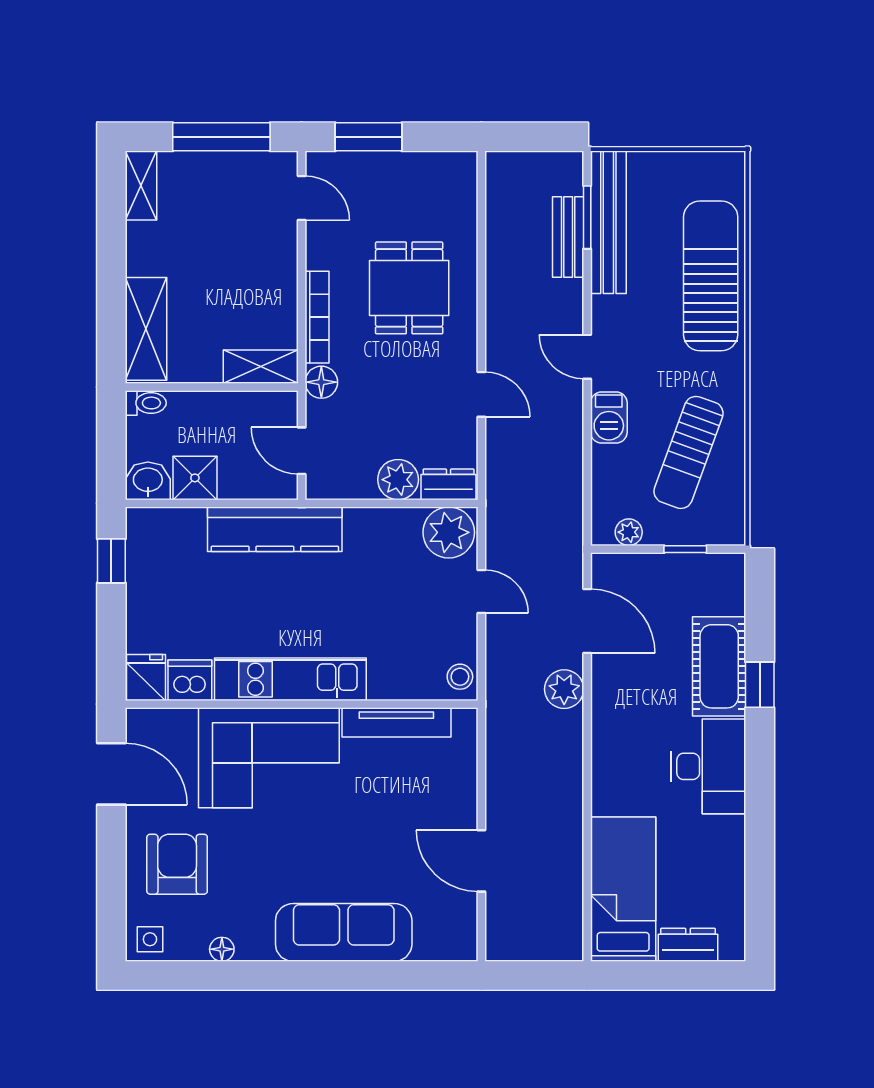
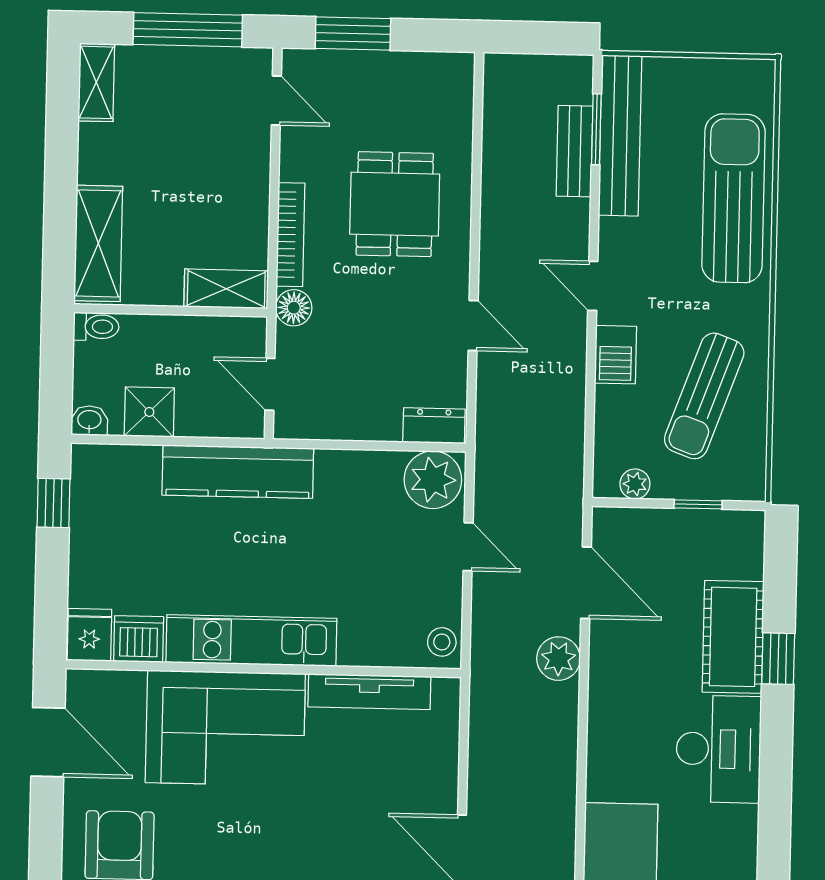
plant: (398, 480) -> (377, 419), removed
washbasin: (148, 481) -> (89, 421), width x0.72, depth x0.69

